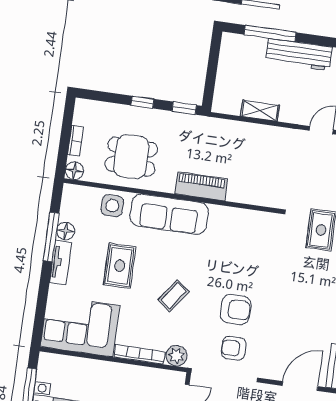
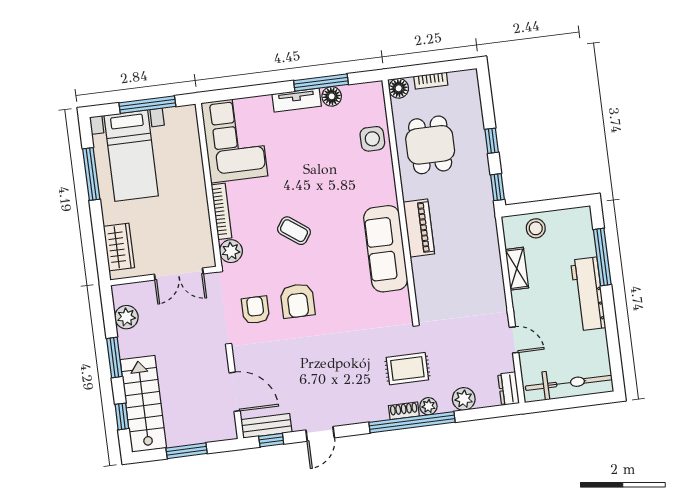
stool: (229, 85) -> (536, 228), added
sofa: (169, 214) -> (386, 249), moved
rug: (120, 266) -> (310, 164), removed

